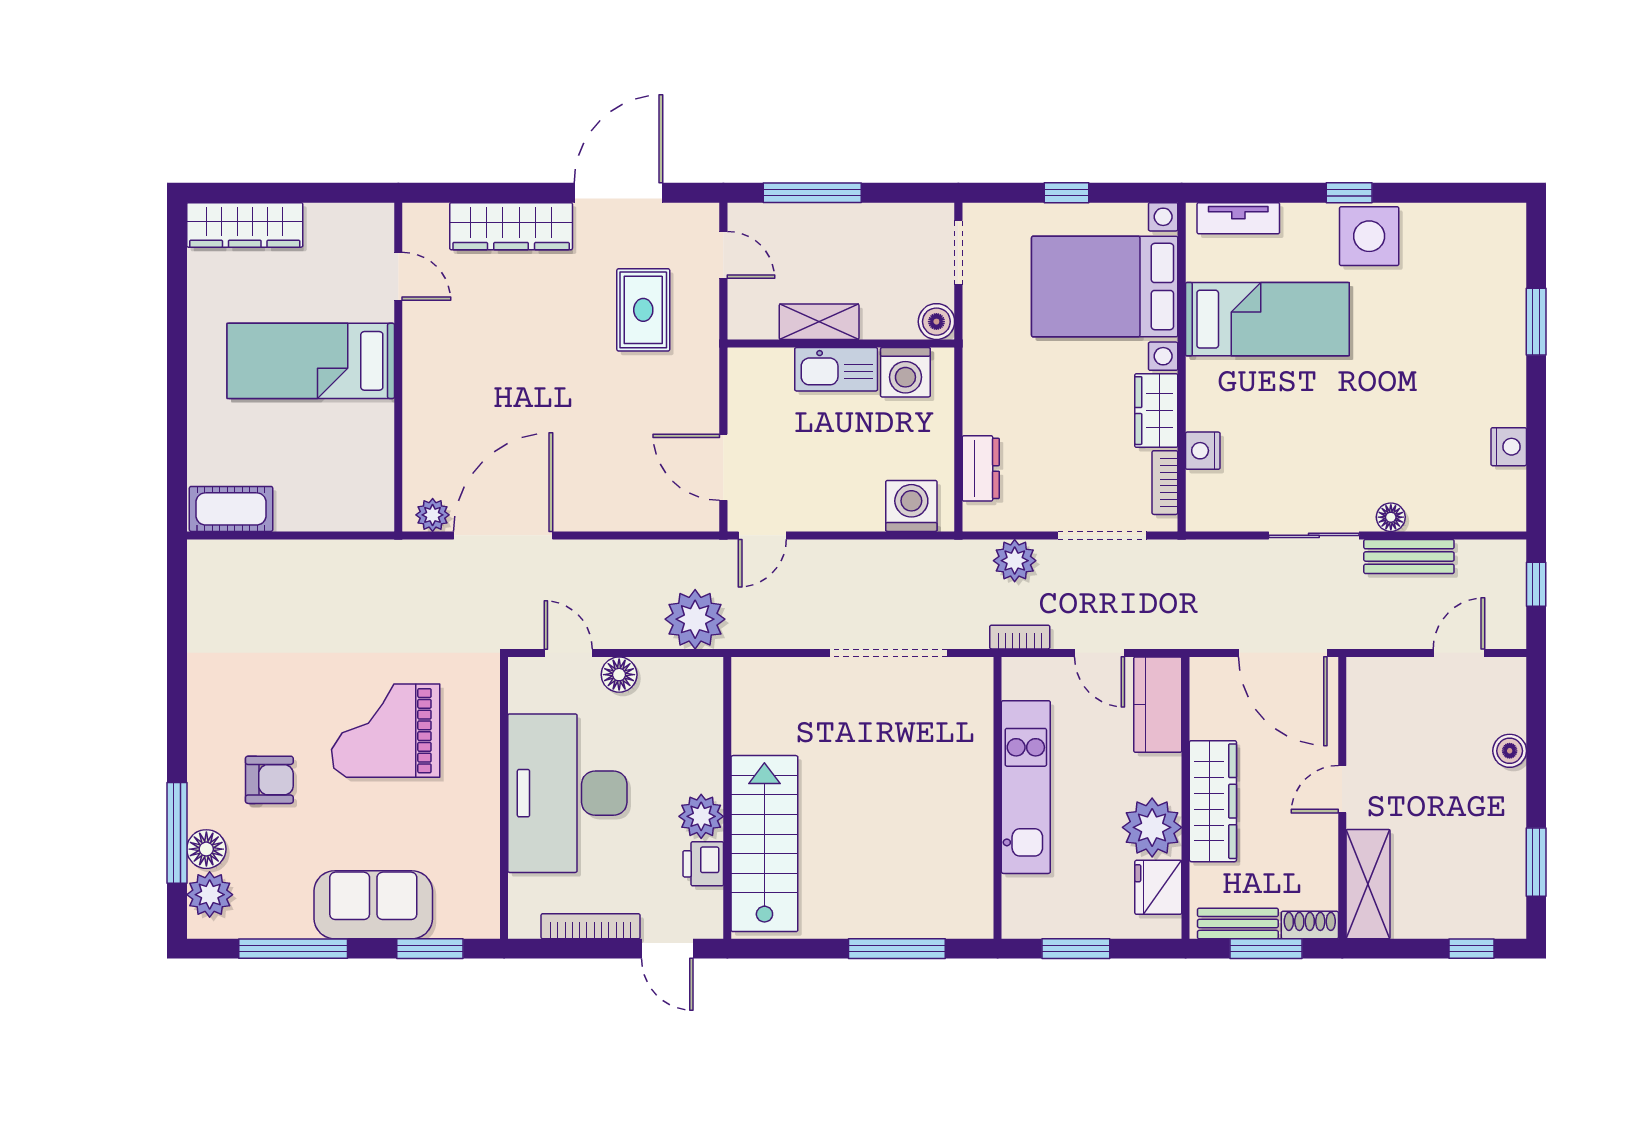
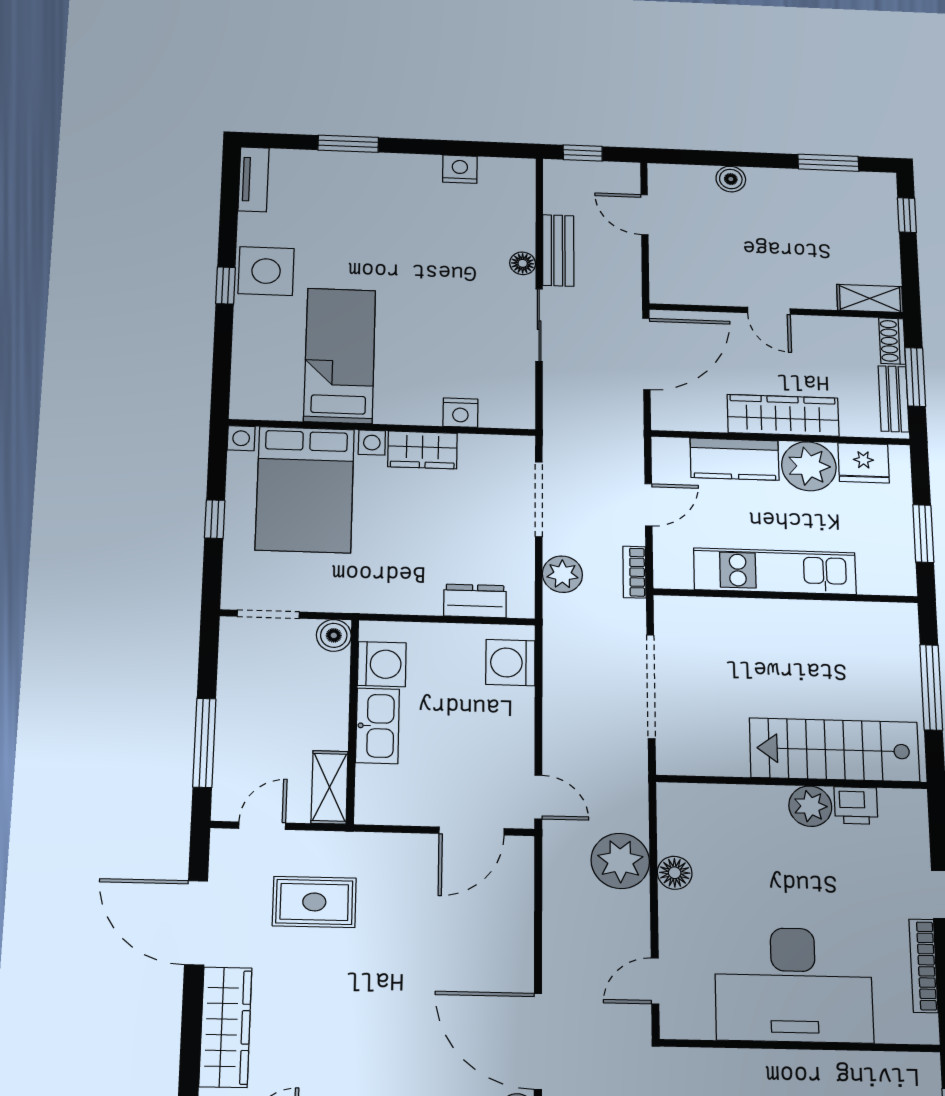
tv unit: (1238, 218) -> (254, 179), moved
shelving: (819, 322) -> (329, 787), moved
bookcase: (1165, 483) -> (490, 445), removed
floor lamp: (619, 675) -> (675, 873), moved
kitchen counter: (1158, 705) -> (735, 459), moved
wall: (727, 798) -> (792, 782), moved
plant: (701, 816) -> (810, 806), moved
stairs: (764, 844) -> (834, 750), moved
printer: (703, 864) -> (856, 805), moved
shelving: (1368, 884) -> (870, 298), width x0.67, depth x0.75

